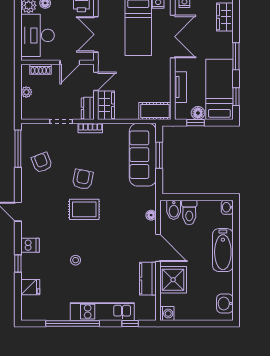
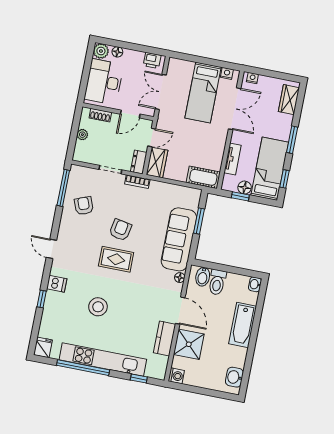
sofa: (143, 155) -> (179, 239), moved
stool: (76, 260) -> (98, 307), width x1.89, depth x1.89
fridge: (30, 287) -> (43, 347), moved, turned -90
kitchen unit: (102, 312) -> (103, 359), width x1.36

